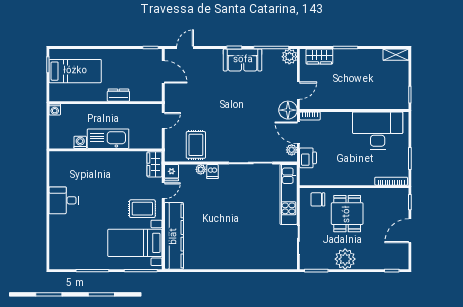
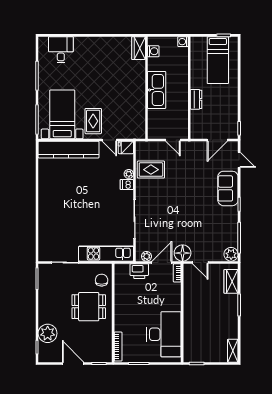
sofa: (243, 60) -> (228, 188), moved
washing machine: (80, 142) -> (153, 51), moved
wardrobe: (155, 164) -> (139, 48), moved, turned -90
desk: (64, 200) -> (61, 50), moved
plant: (345, 259) -> (48, 333), moved

